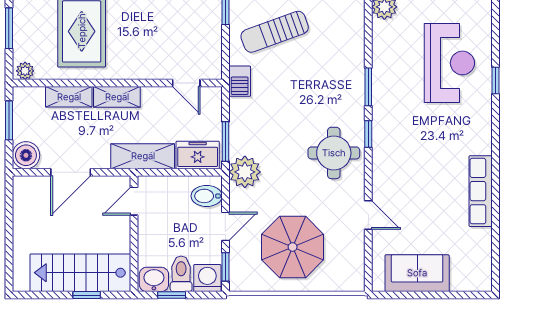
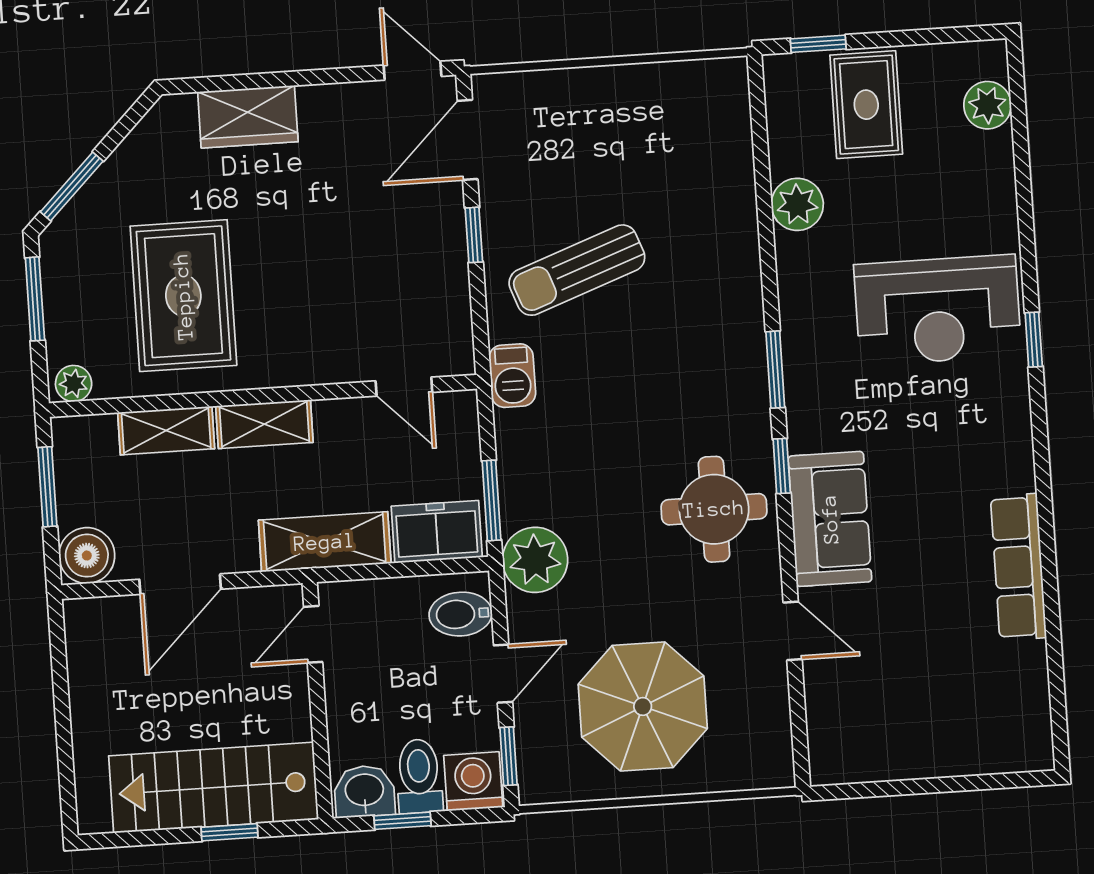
reception desk: (449, 63) -> (938, 310), turned 90
sofa: (417, 273) -> (830, 519), moved, turned 90

